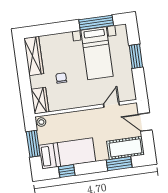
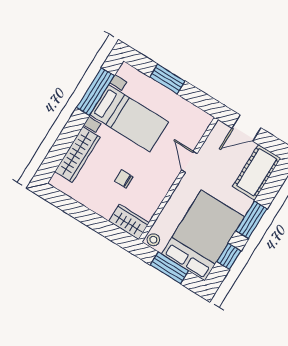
wardrobe: (34, 56) -> (77, 154), moved, turned 90
door: (111, 105) -> (189, 162), moved
bed: (67, 153) -> (203, 235), width x1.50
window: (119, 164) -> (252, 220), moved

